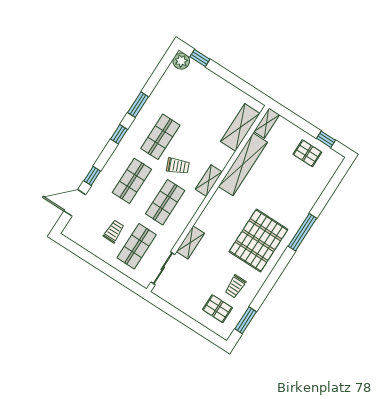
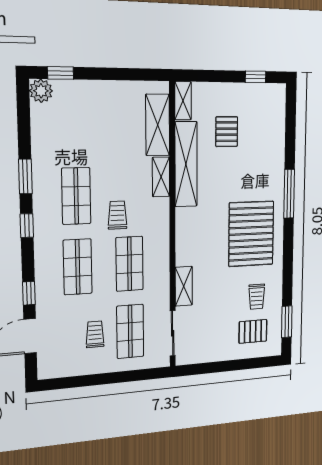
pallet: (307, 153) -> (227, 132), moved, turned 90
trolley: (178, 166) -> (117, 215), turned -67
shelving: (209, 181) -> (161, 177), moved

